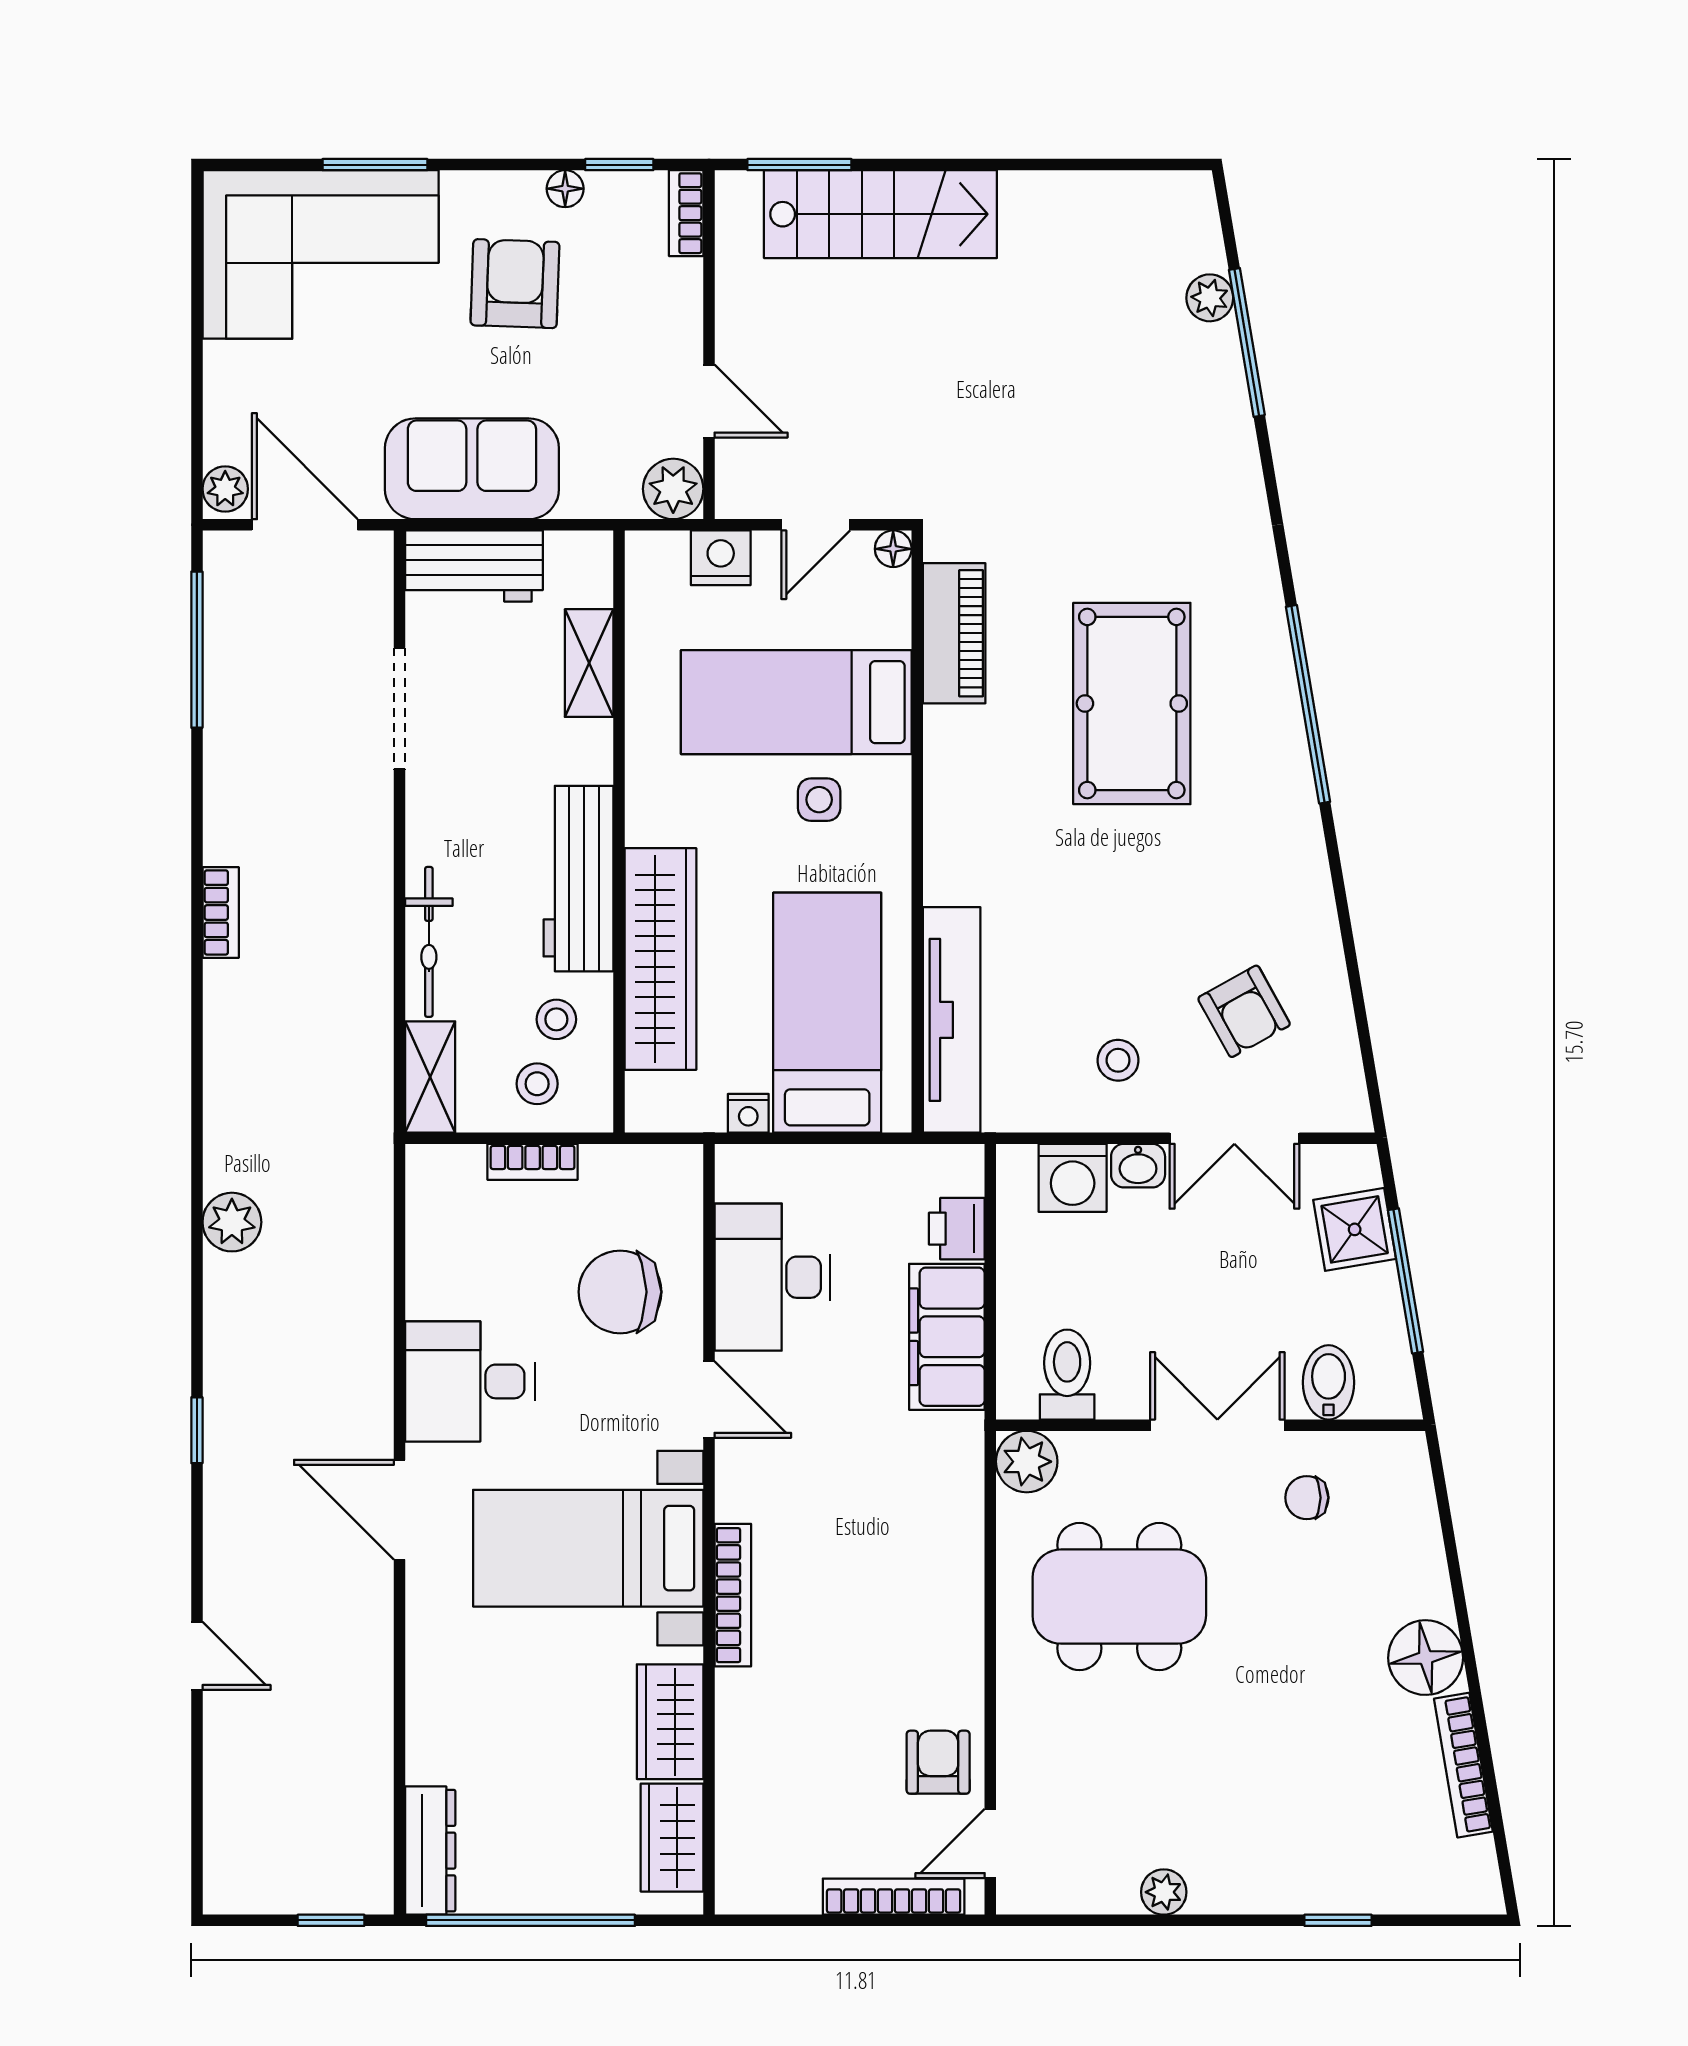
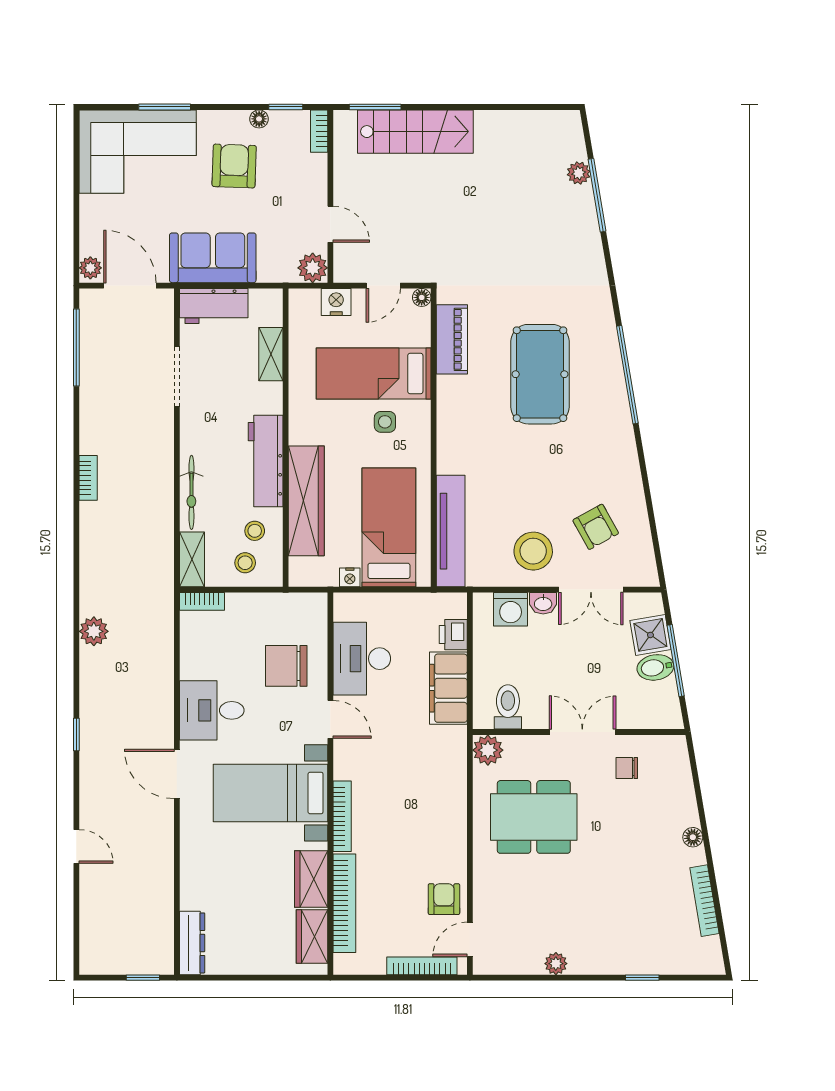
stool: (1118, 1060) -> (533, 551), width x1.89, depth x1.89
bookcase: (533, 1162) -> (202, 601), moved
bidet: (1329, 1382) -> (655, 667), moved, turned -100
floor lamp: (1426, 1658) -> (693, 837), width x0.53, depth x0.53
bookcase: (737, 1771) -> (344, 903), added
window: (530, 1920) -> (242, 978), removed

